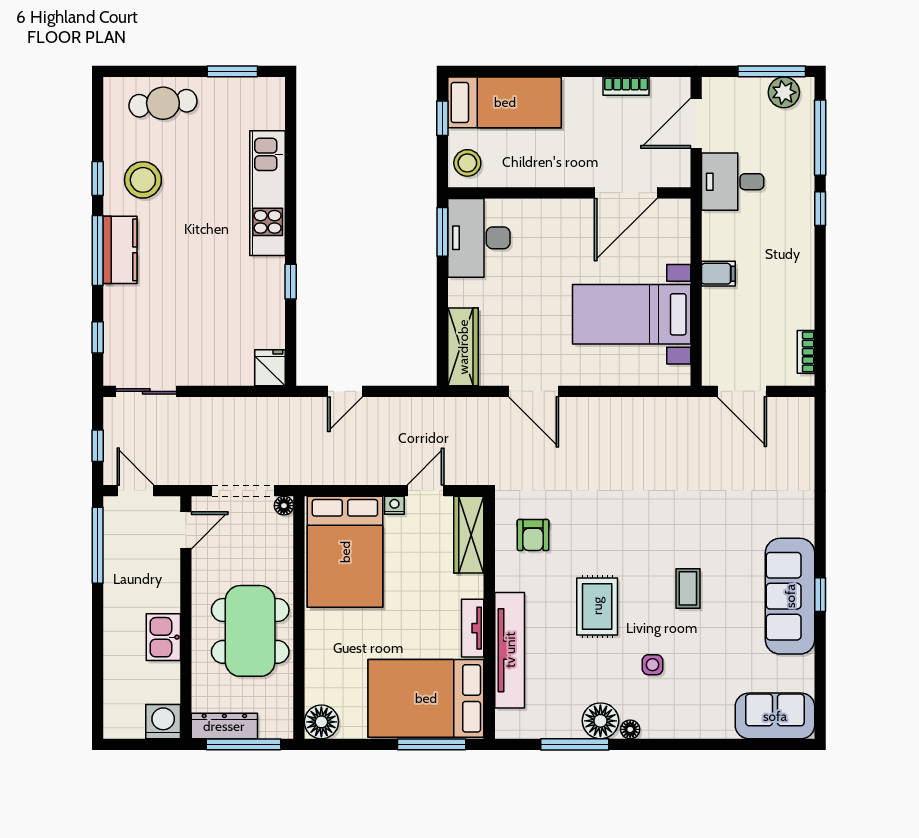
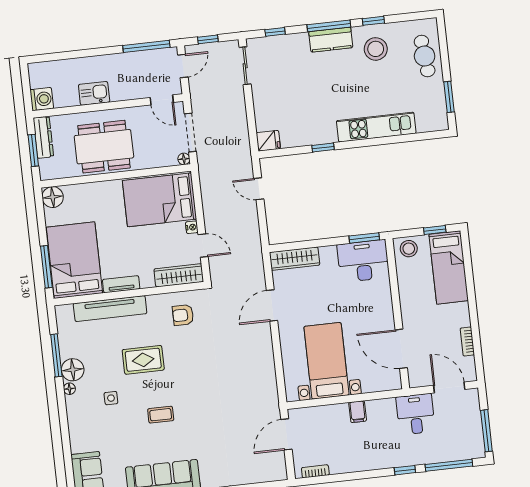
plant: (784, 92) -> (474, 440), removed
window: (244, 744) -> (33, 150), width x0.69

